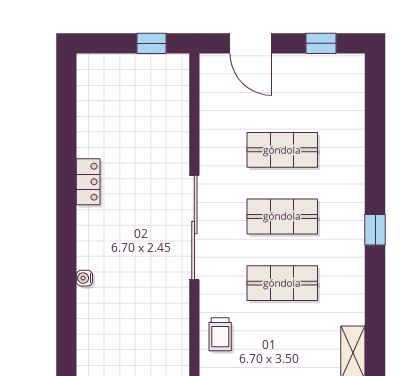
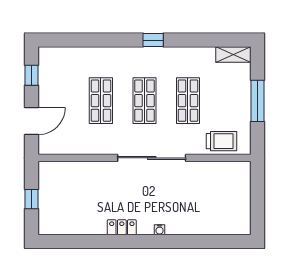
window: (151, 43) -> (31, 199), moved
water cooler: (84, 278) -> (160, 230), moved
trolley: (220, 334) -> (221, 141), width x1.36, depth x1.39

